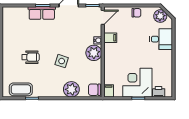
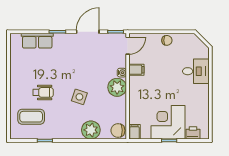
row of seats: (42, 13) -> (37, 41), moved
plant: (160, 16) -> (195, 44), removed
coffee table: (21, 89) -> (31, 117), moved

